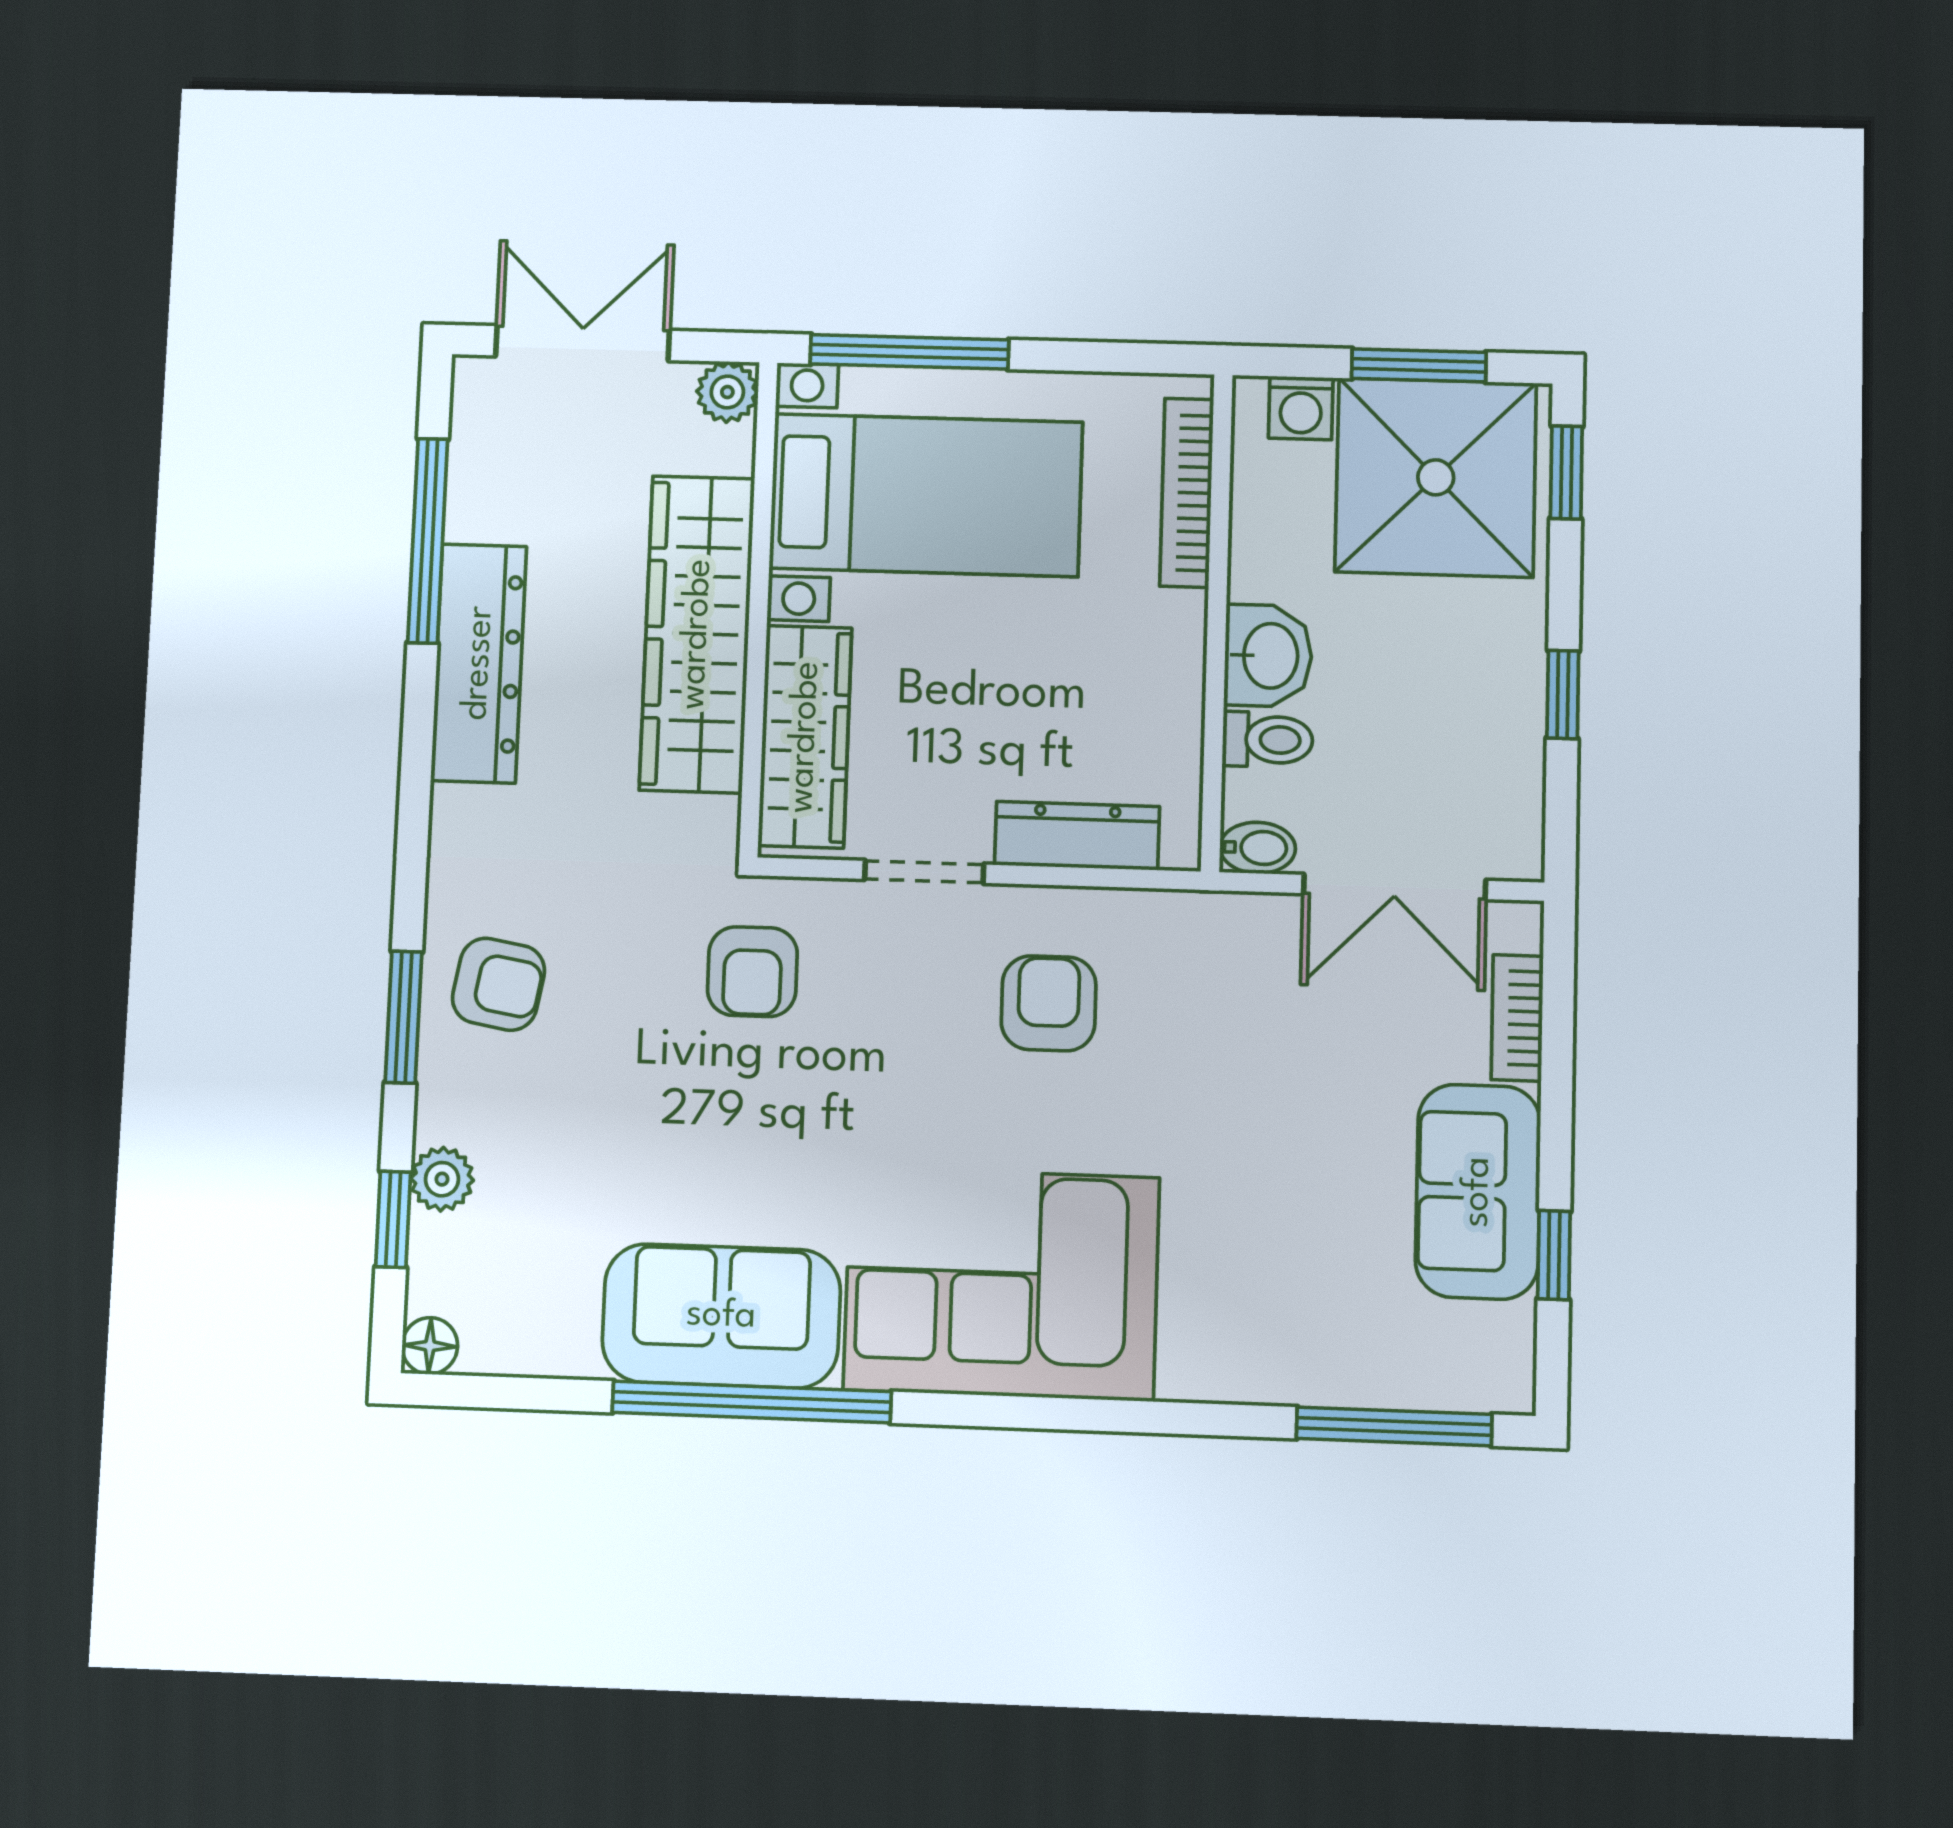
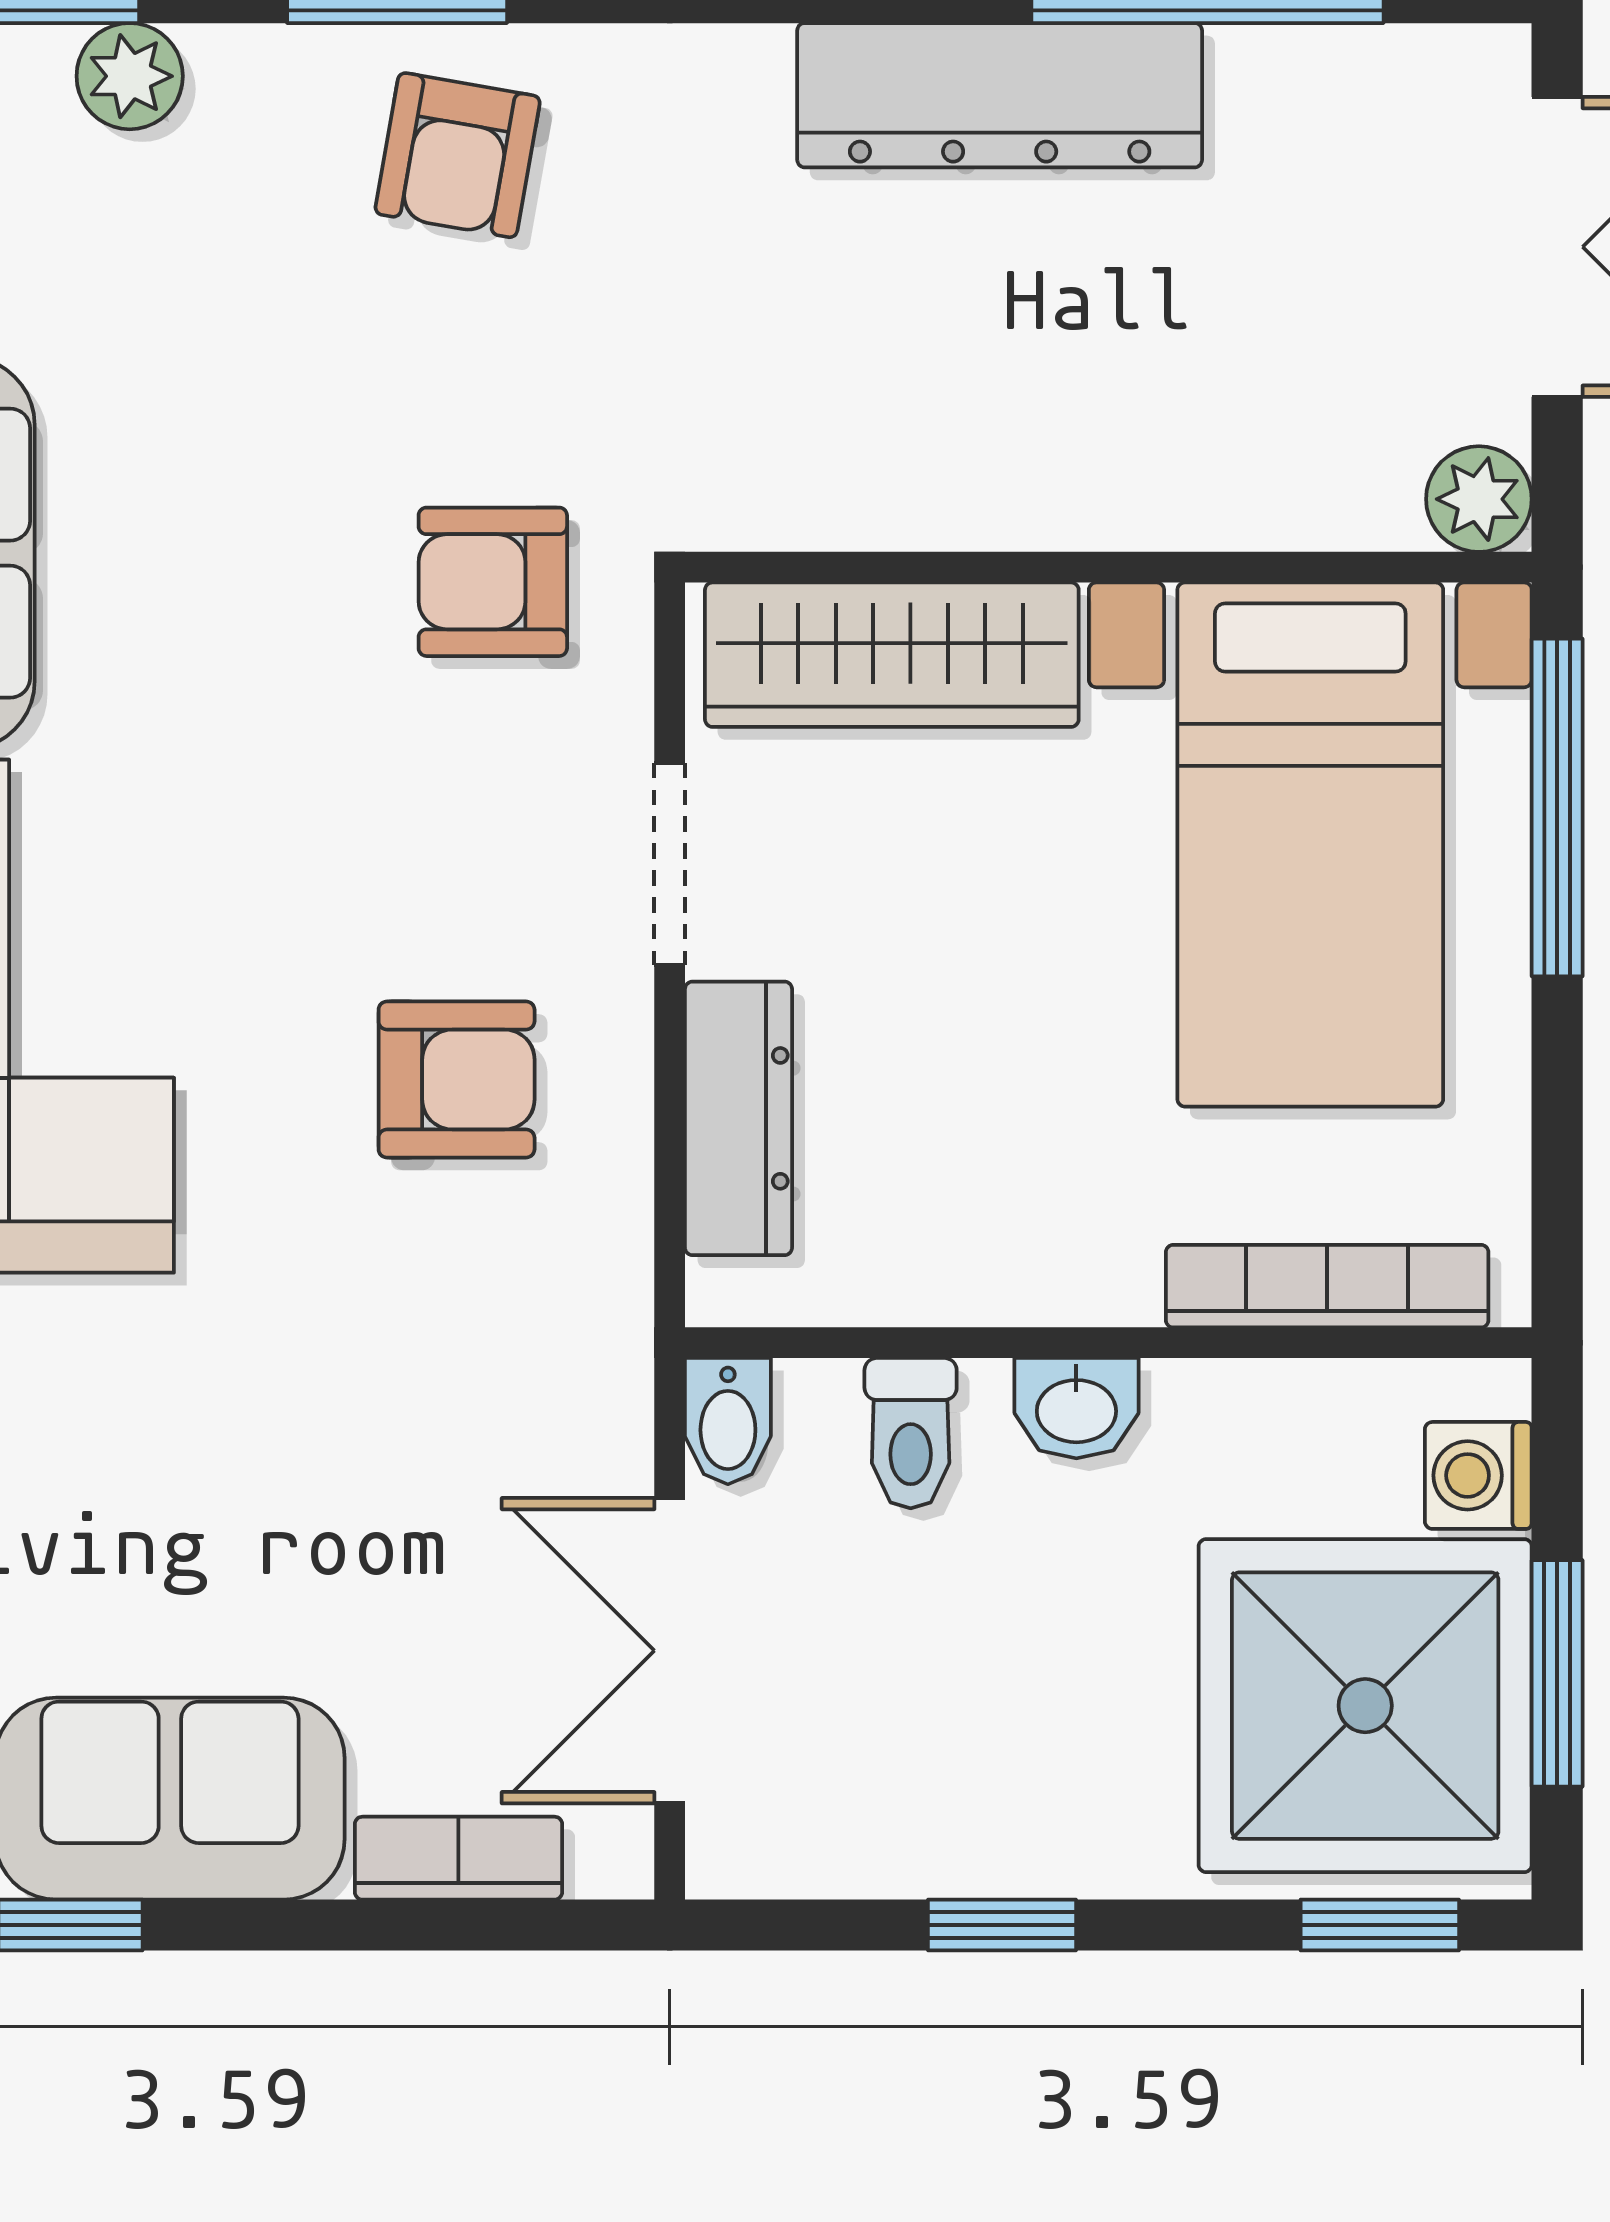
wardrobe: (697, 634) -> (1061, 465), removed
washbasin: (1268, 656) -> (1076, 1408), width x0.72, depth x0.69

